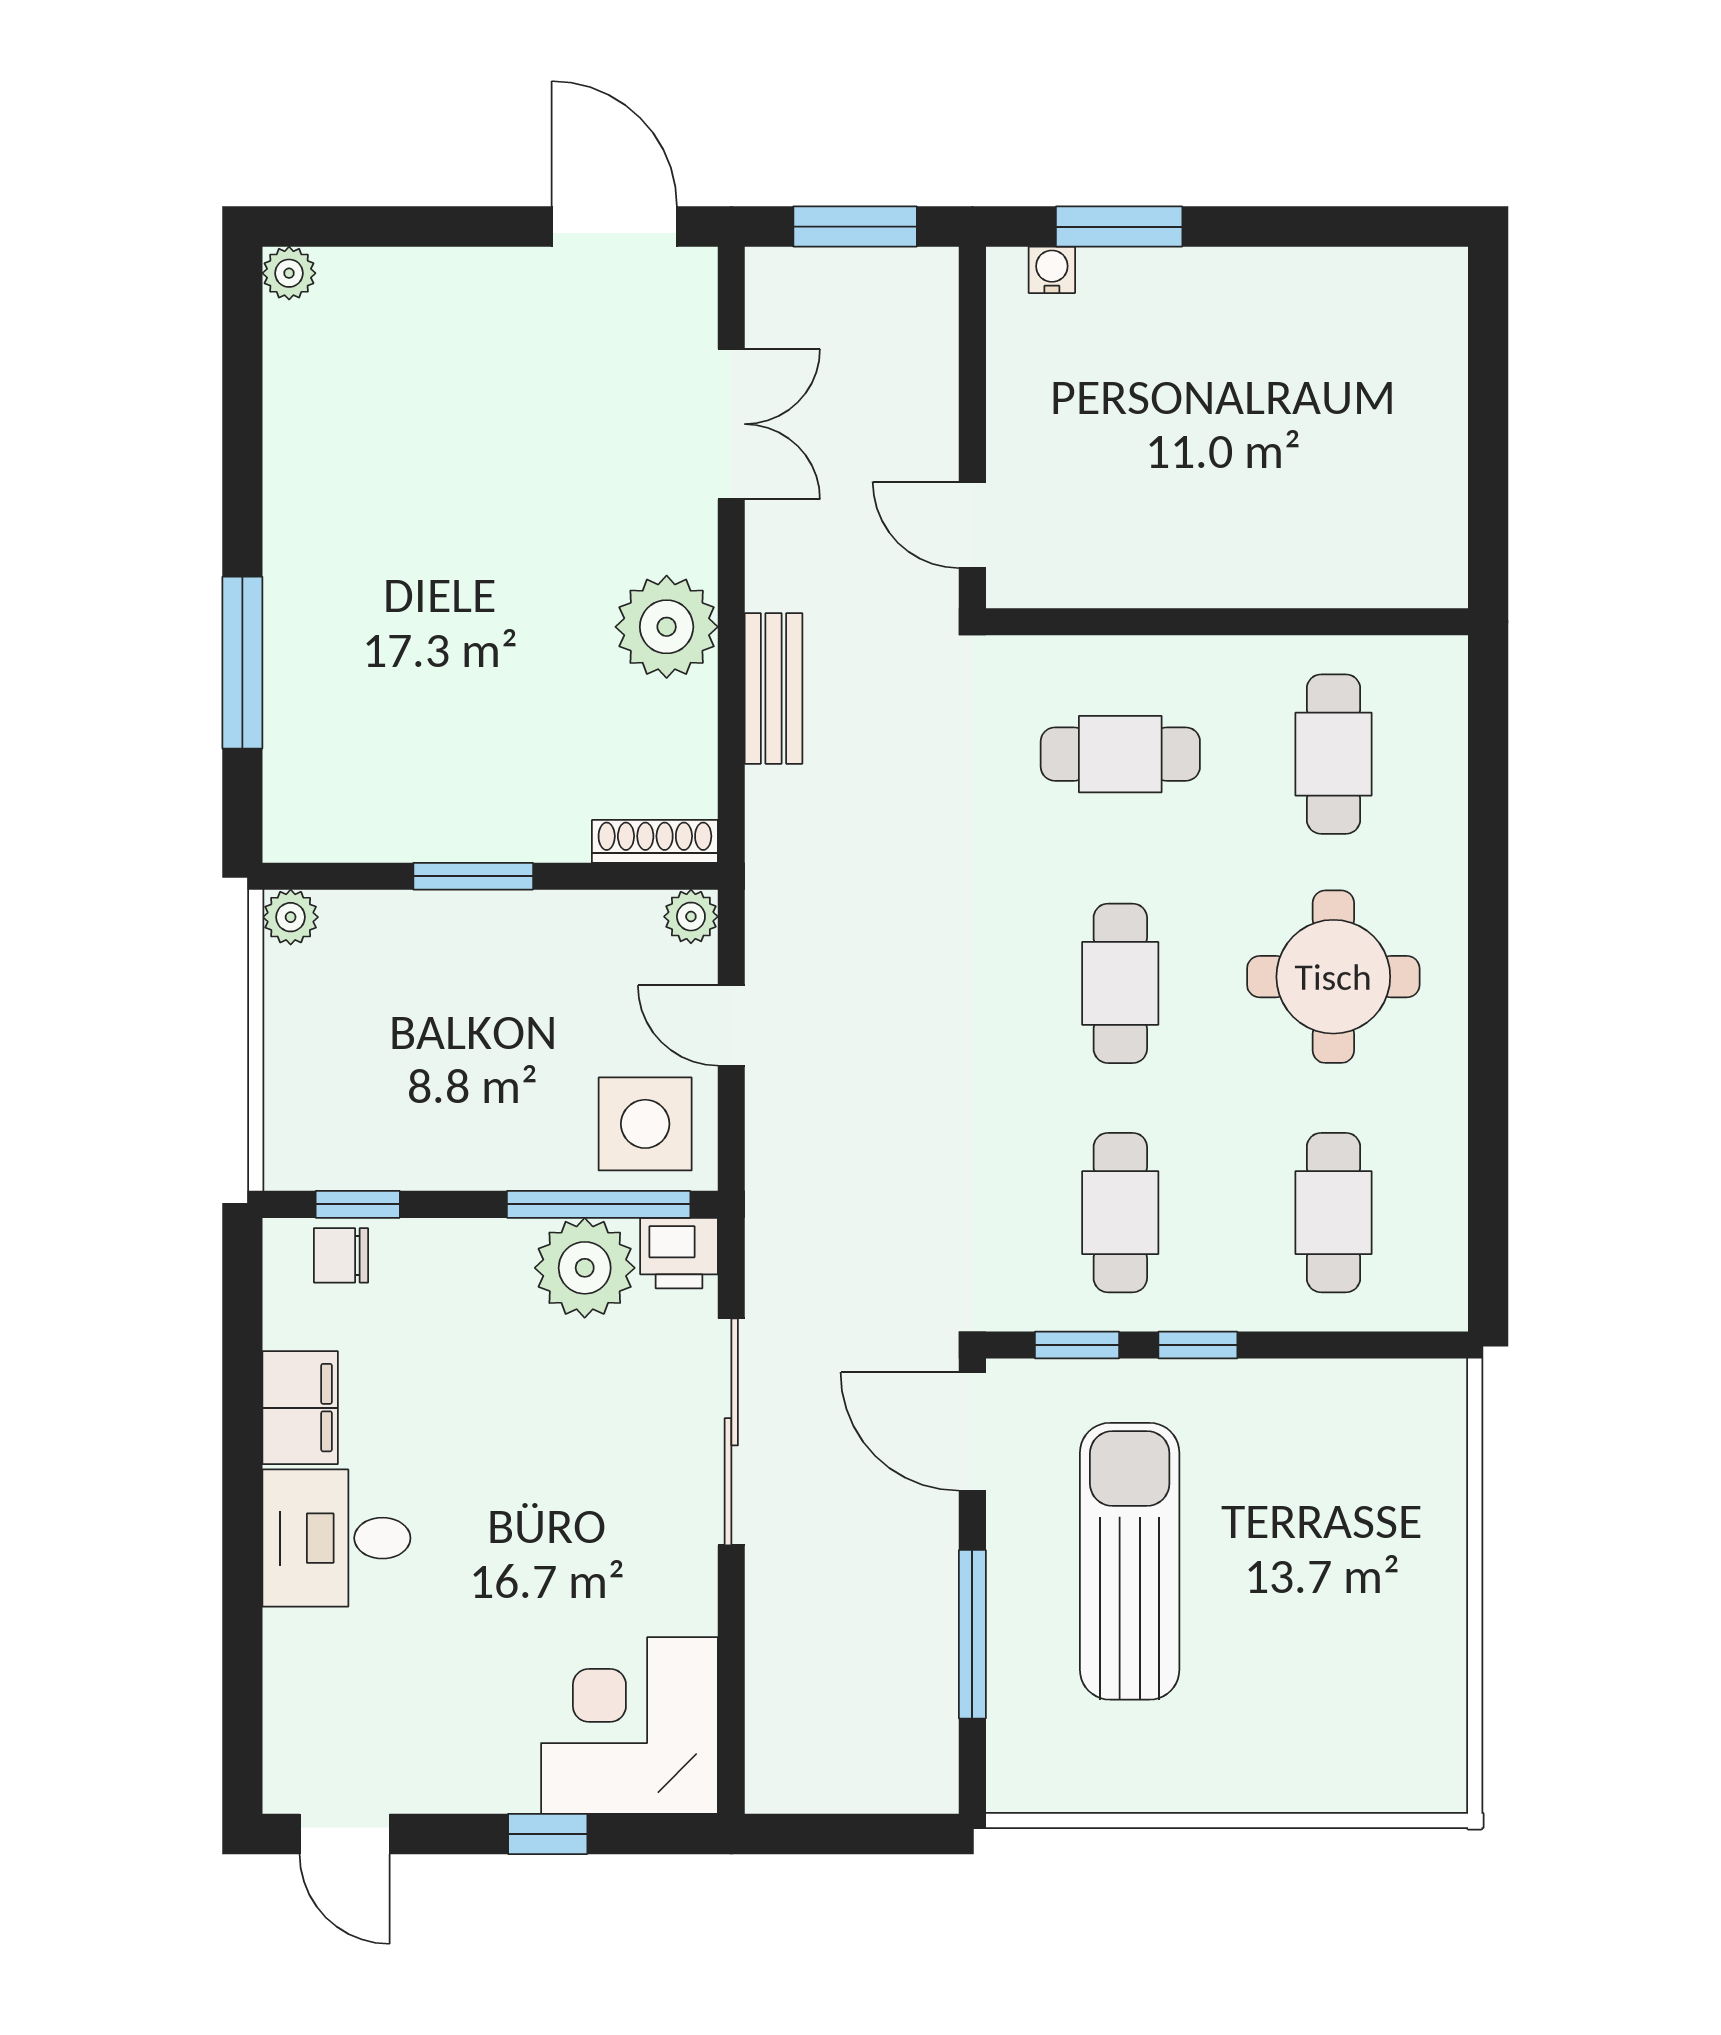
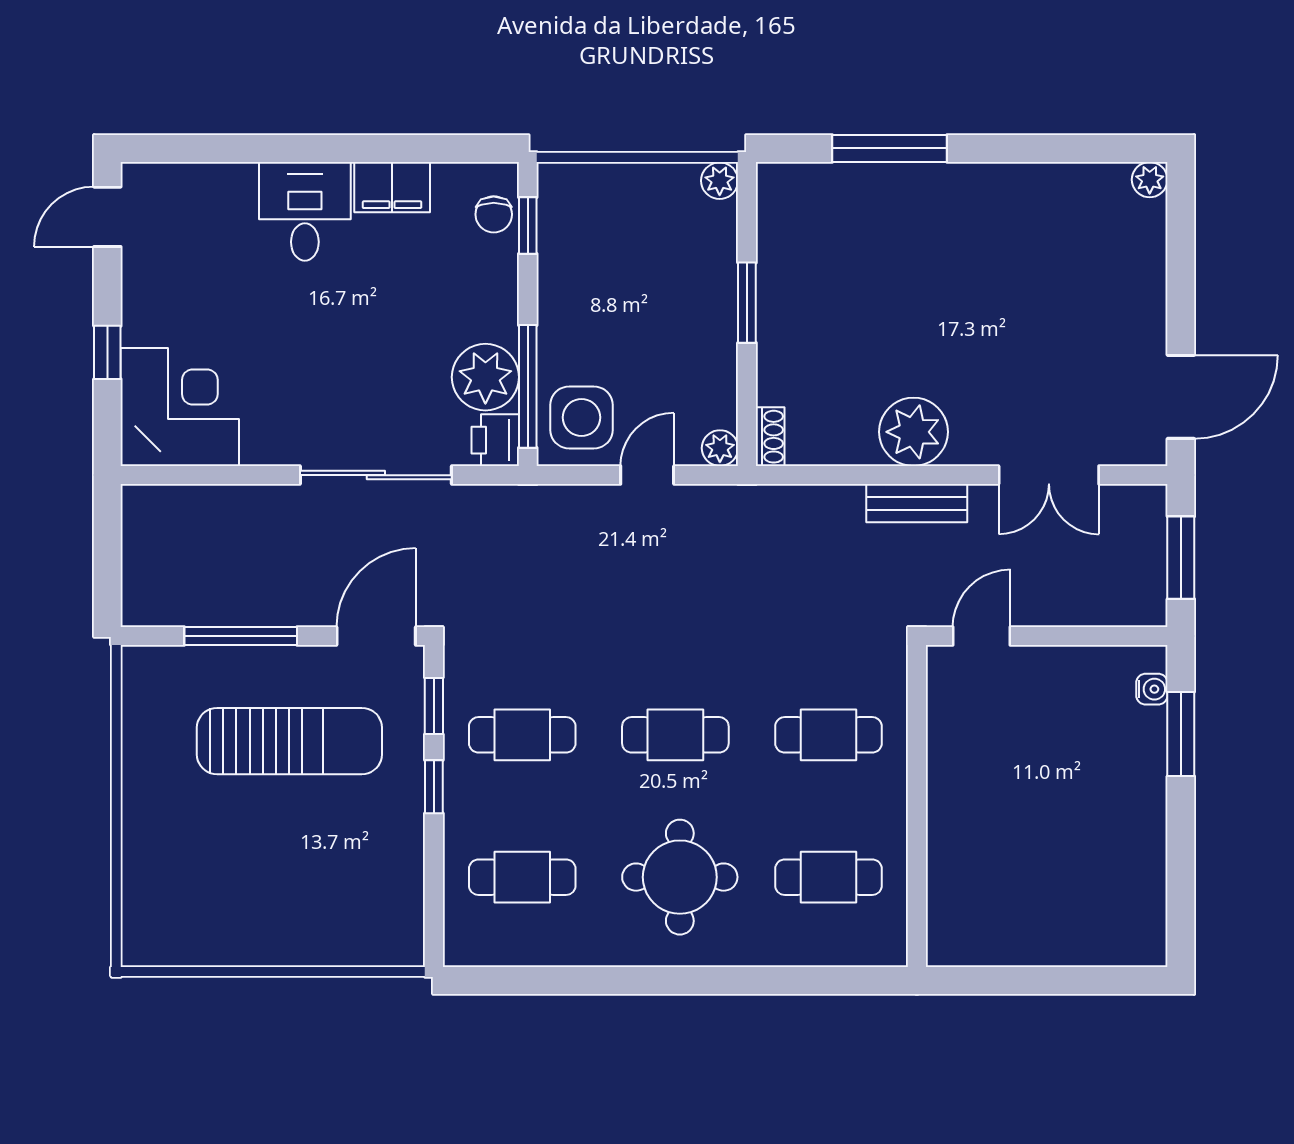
bench: (773, 688) -> (917, 503), moved
cafe table: (1120, 754) -> (828, 735), turned 90
shoe rack: (655, 841) -> (770, 437), width x0.70
chair: (341, 1255) -> (494, 214), turned 180

